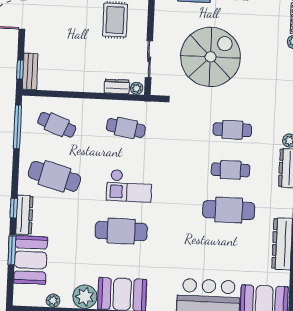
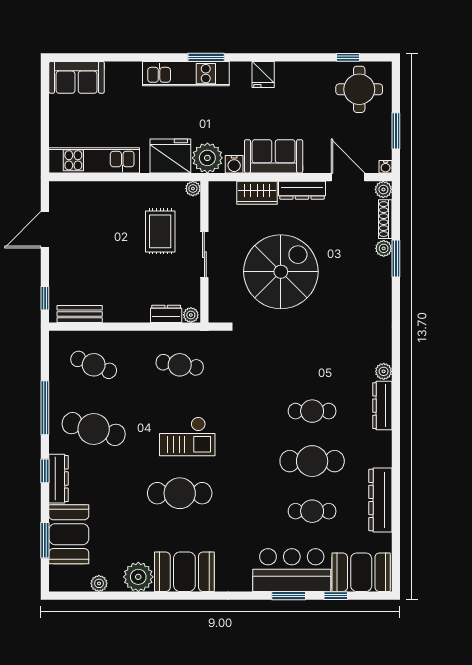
sliding door: (149, 59) -> (204, 255), moved
bench: (30, 71) -> (80, 314), moved, turned 90
window: (17, 127) -> (45, 408), moved
cafe table: (232, 130) -> (312, 511), moved
window: (12, 250) -> (45, 540), moved

